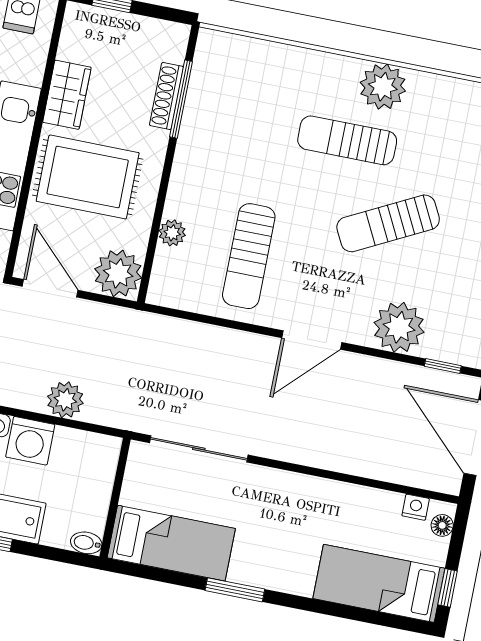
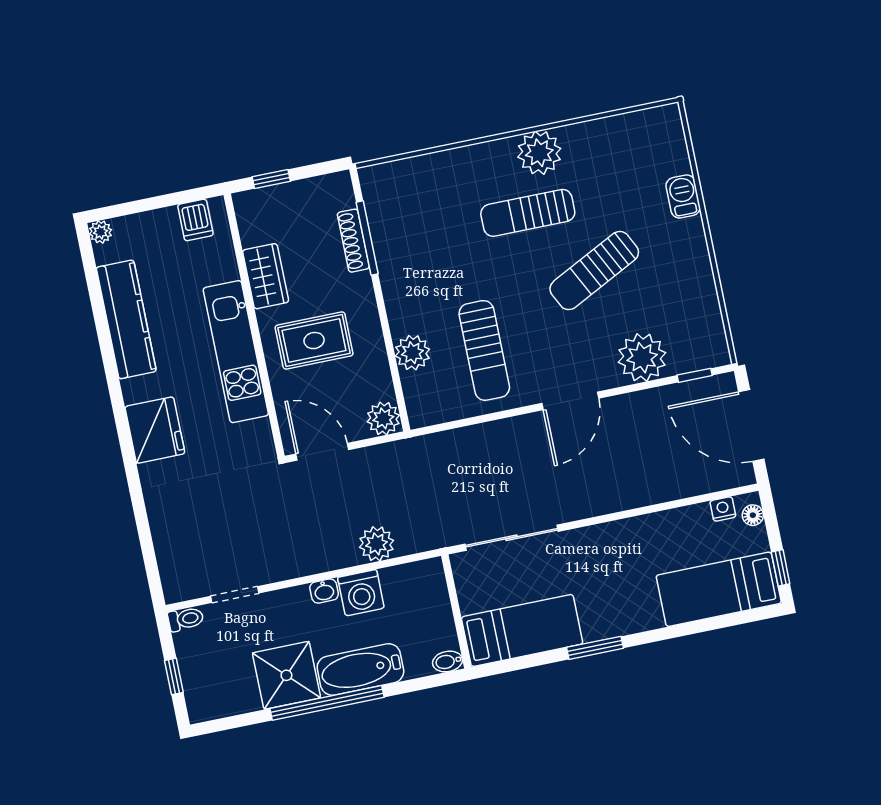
rug: (88, 177) -> (314, 341), width x0.73, depth x0.70
plant: (172, 233) -> (412, 353), width x1.38, depth x1.38
plant: (118, 273) -> (383, 418), width x0.73, depth x0.73

